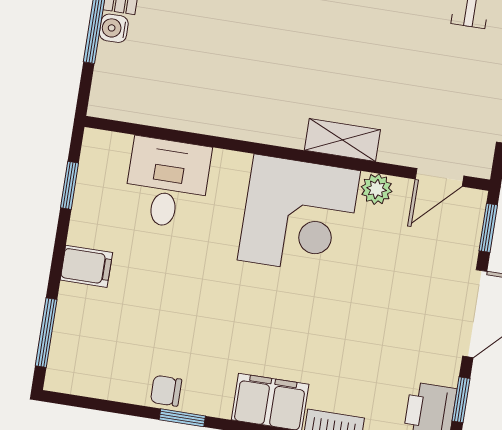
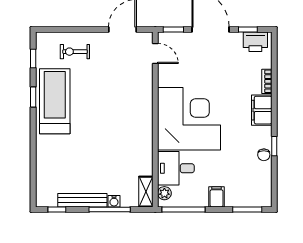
shelving: (342, 140) -> (146, 192), moved
window: (69, 185) -> (183, 209), width x2.17
plant: (377, 189) -> (164, 193), moved
corner desk: (299, 215) -> (189, 119), width x1.36, depth x1.36

